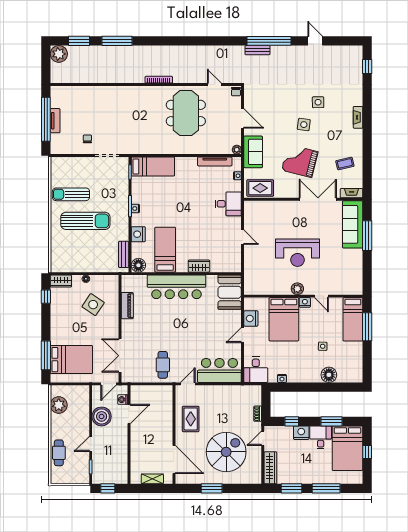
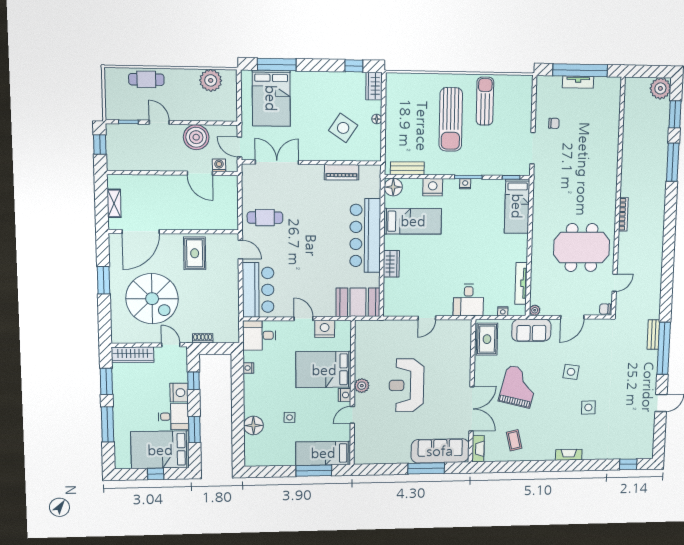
side table: (304, 125) -> (571, 372), moved
rug: (191, 419) -> (195, 253), turned 90

